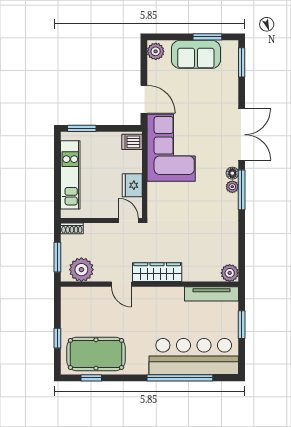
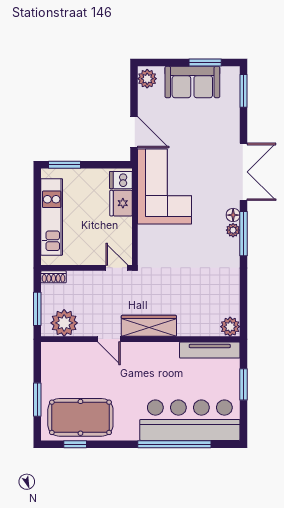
fridge: (132, 185) -> (121, 203), moved
window: (57, 338) -> (37, 400), width x1.50

